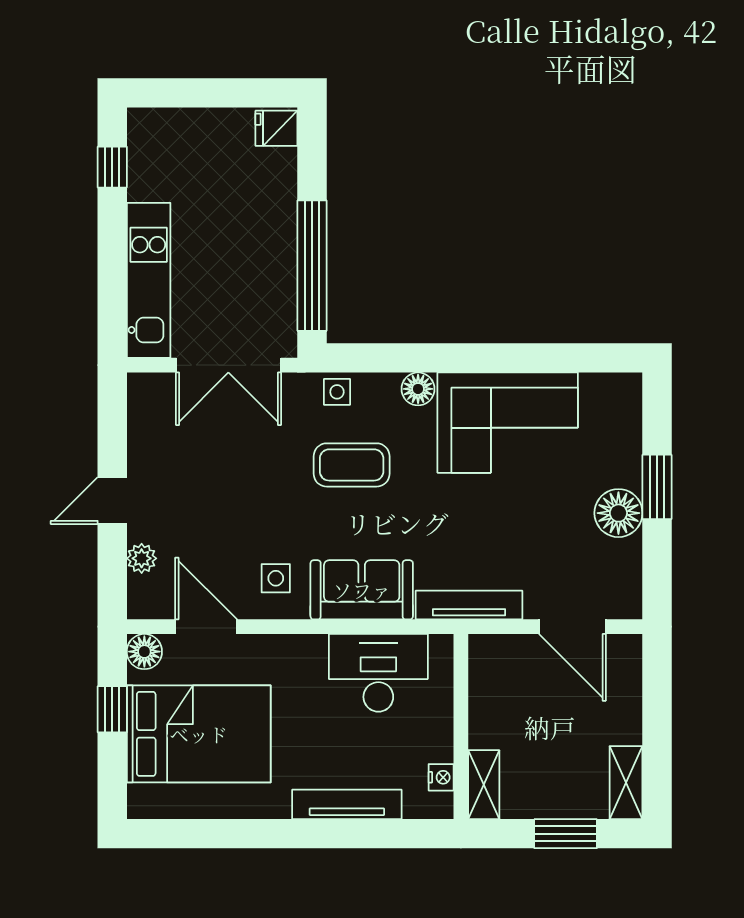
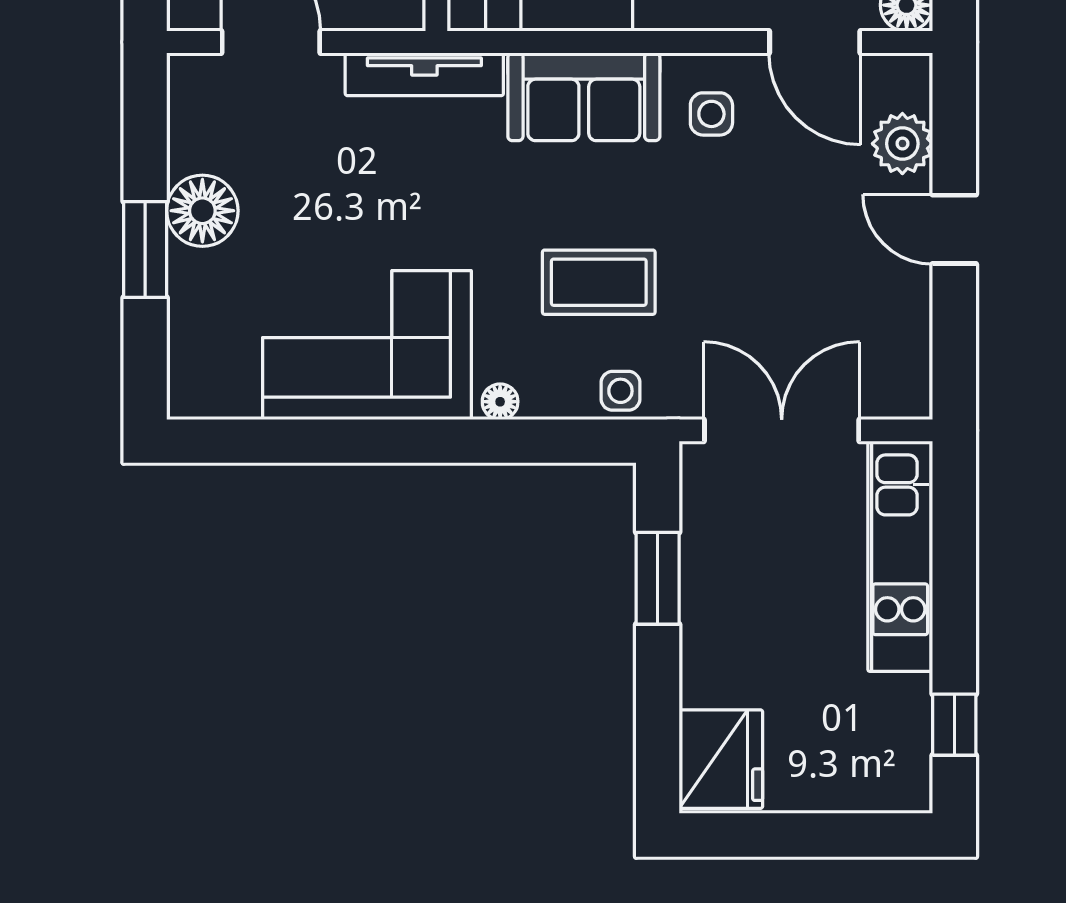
fridge: (276, 128) -> (721, 759), width x1.88, depth x1.34
window: (312, 266) -> (658, 578), width x0.47
floor lamp: (418, 389) -> (500, 402), width x0.73, depth x0.73
door: (112, 501) -> (954, 229), swing flipped
plant: (142, 558) -> (902, 144), width x1.38, depth x1.38

